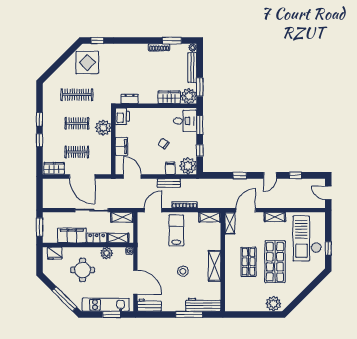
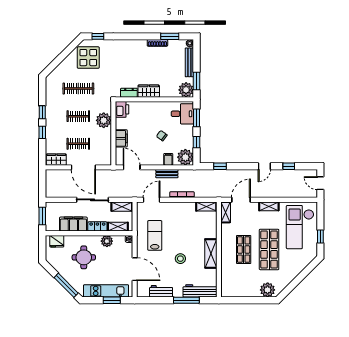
wardrobe: (169, 97) -> (149, 91), moved
window: (240, 175) -> (220, 166), moved
lab bench: (176, 230) -> (155, 235), moved
workbench: (149, 305) -> (161, 291), moved

